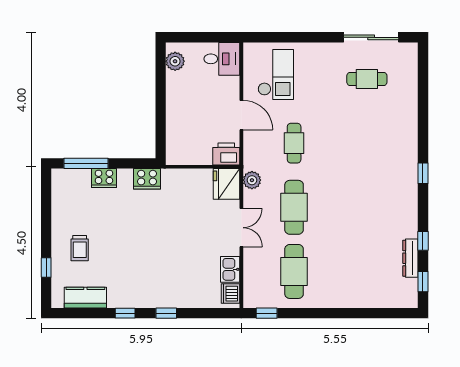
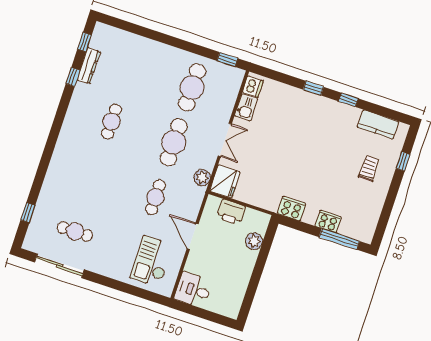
plant: (175, 61) -> (254, 241), moved
printer: (226, 154) -> (231, 212), moved
window: (423, 173) -> (28, 213), moved
cafe table: (367, 207) -> (111, 122), added
double door: (241, 228) -> (225, 140), swing flipped

